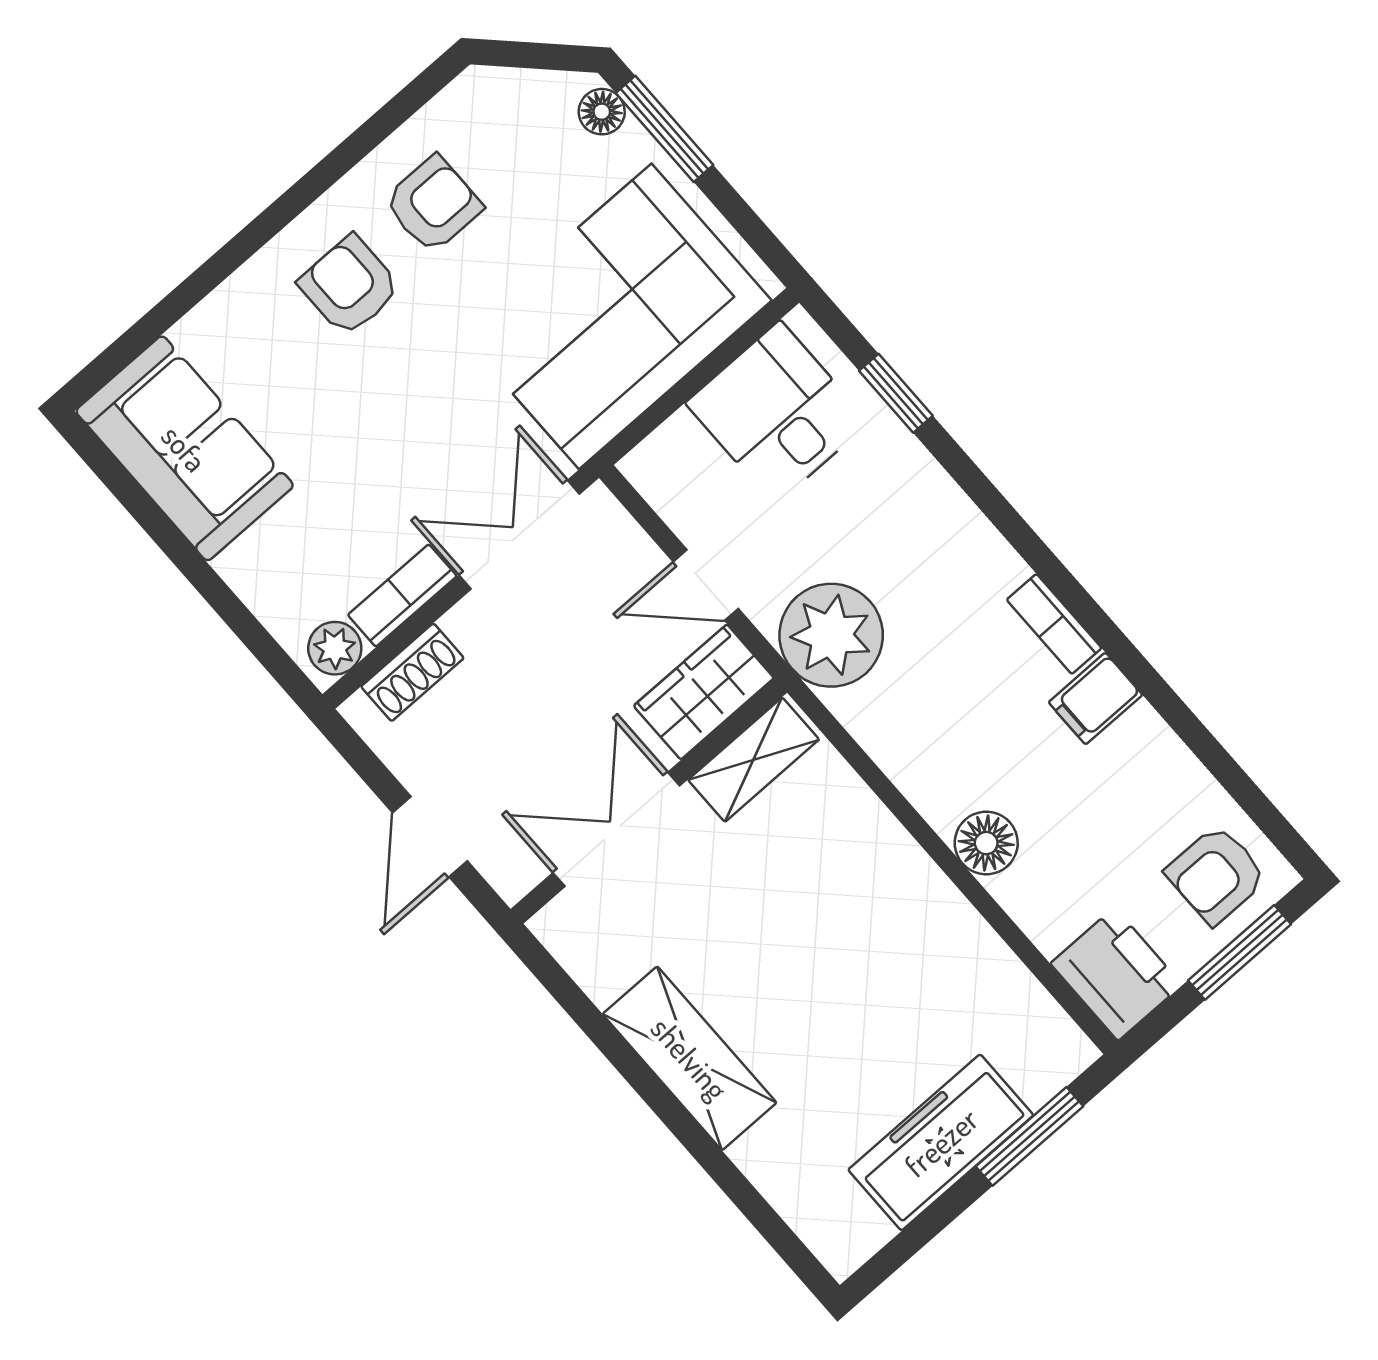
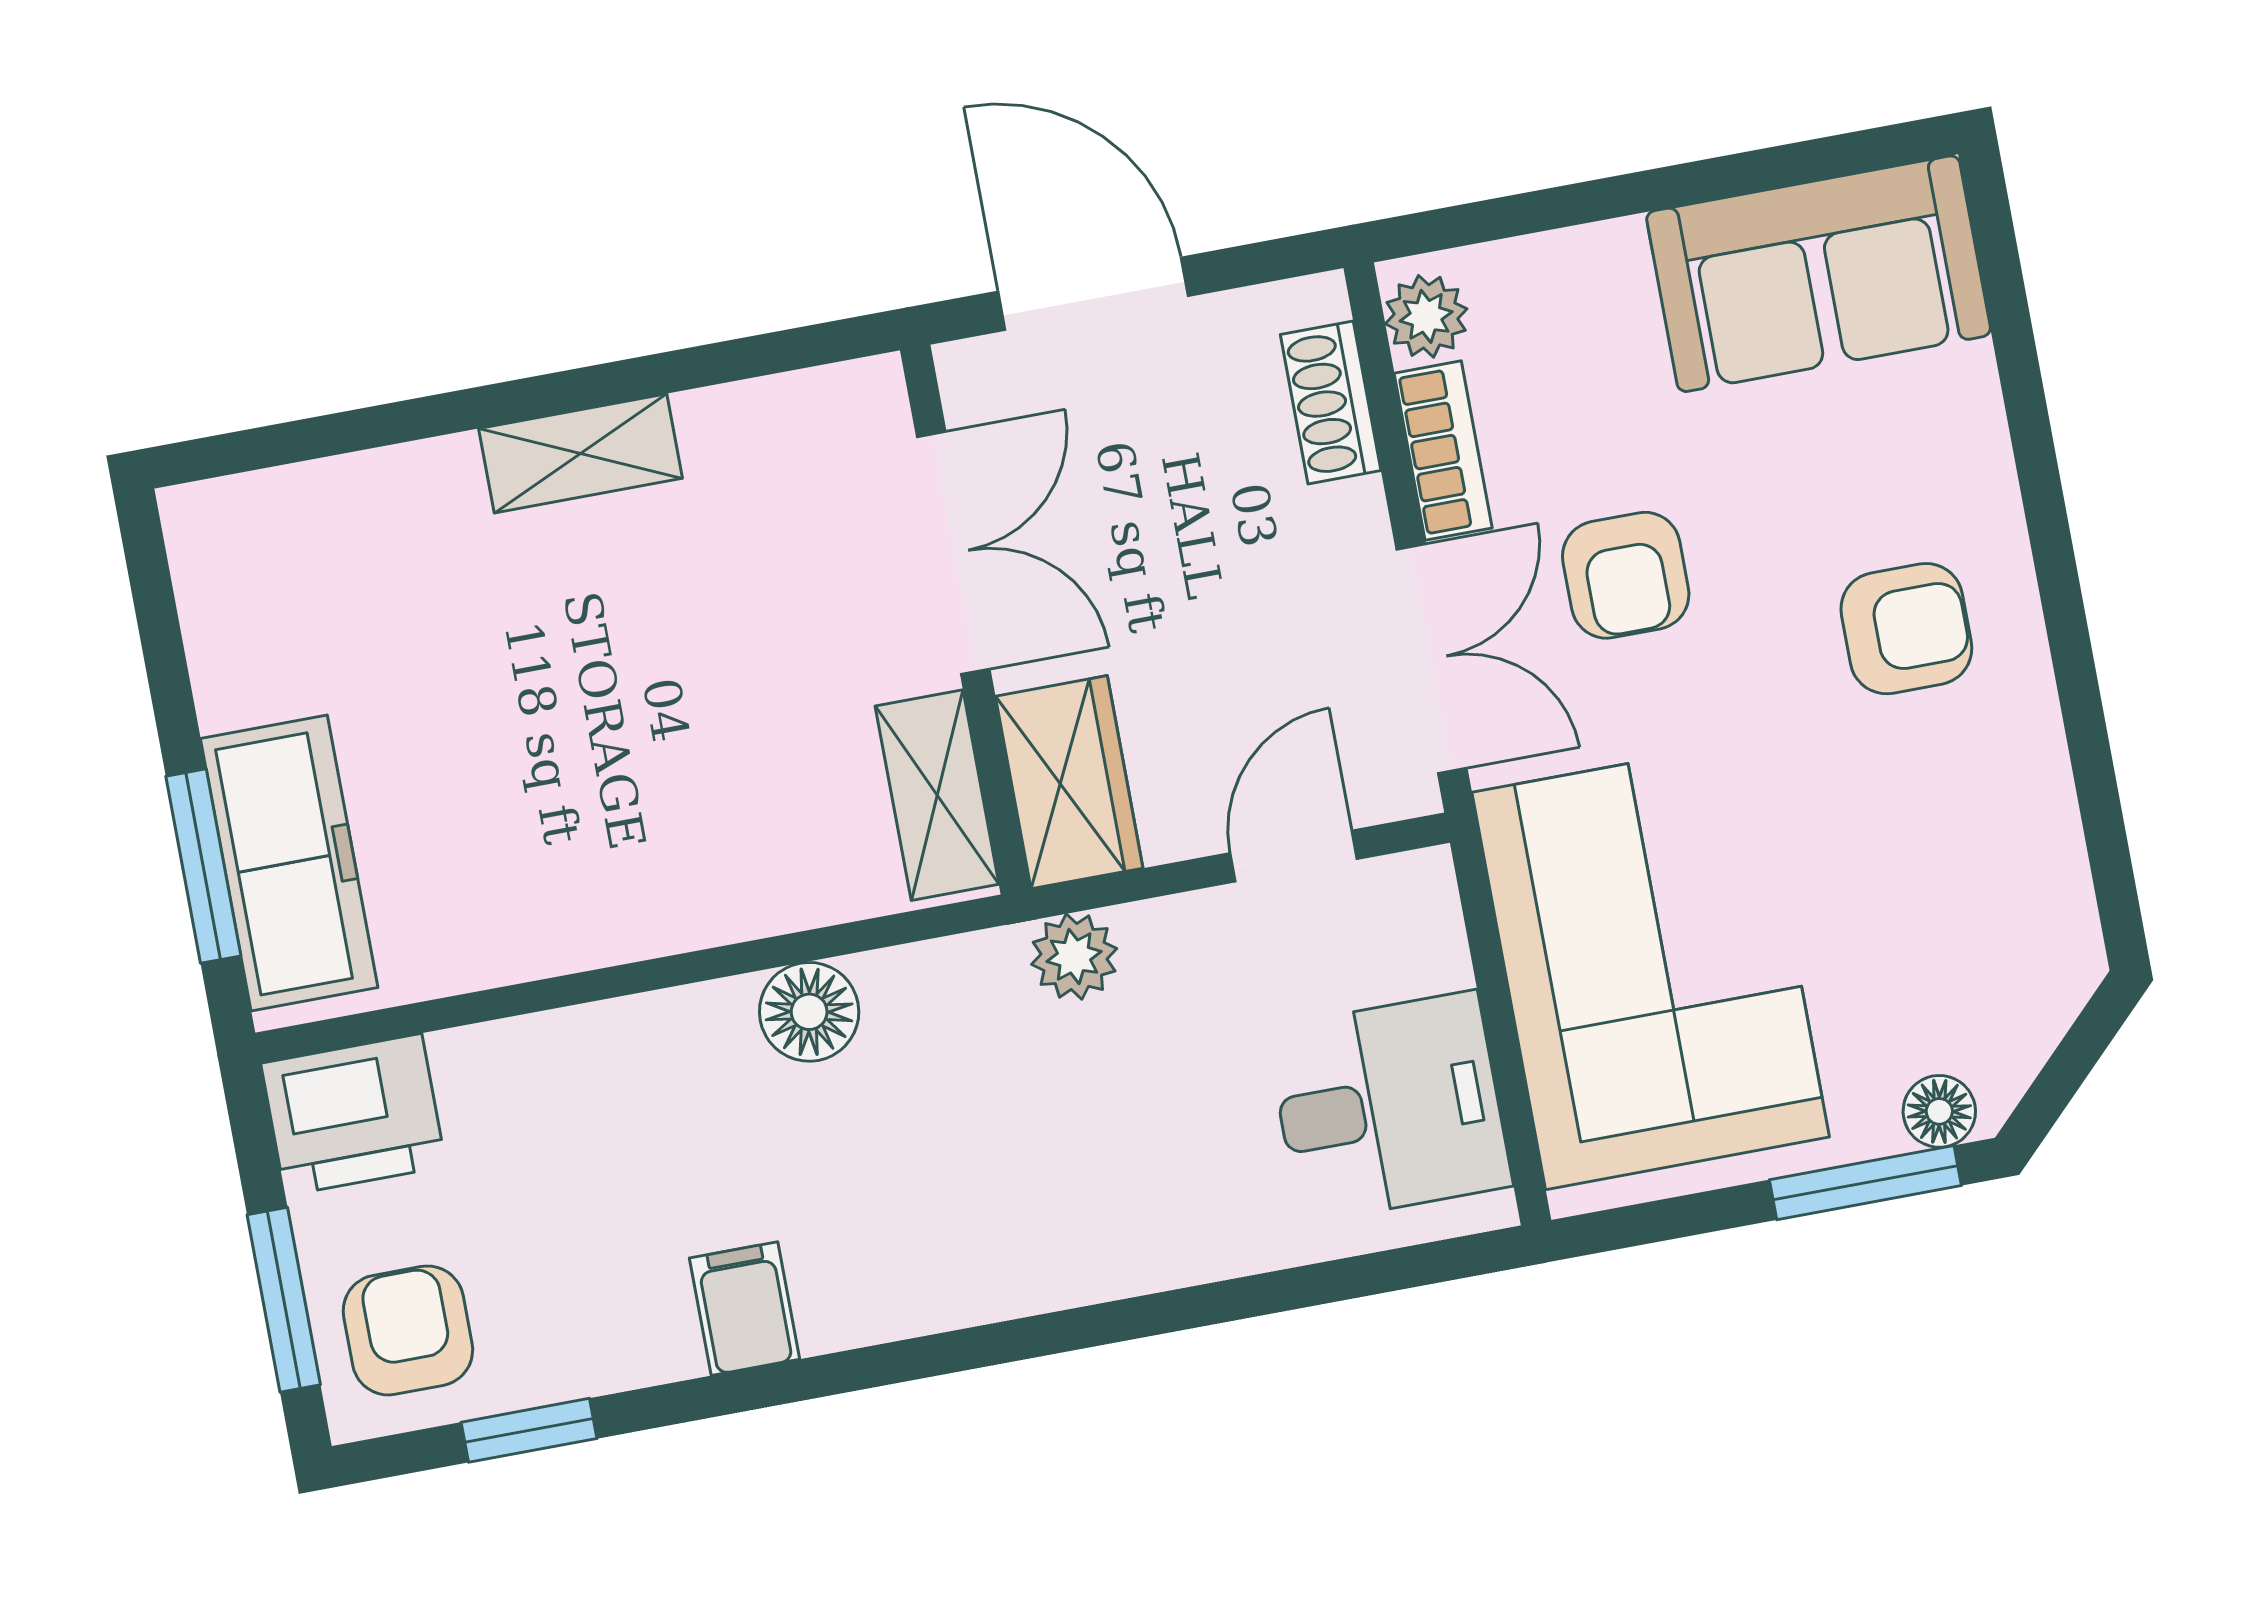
armchair: (433, 204) -> (1626, 575), moved
window: (896, 393) -> (529, 1430), moved
door: (706, 585) -> (1294, 856), moved
bookcase: (1054, 624) -> (879, 1313), removed
plant: (831, 635) -> (1074, 957), width x0.53, depth x0.53
door: (430, 837) -> (1093, 294), width x1.38
floor lamp: (986, 843) -> (809, 1012), moved
shelving: (690, 1058) -> (581, 453), width x0.67, depth x0.75
freezer: (941, 1142) -> (289, 863), moved

